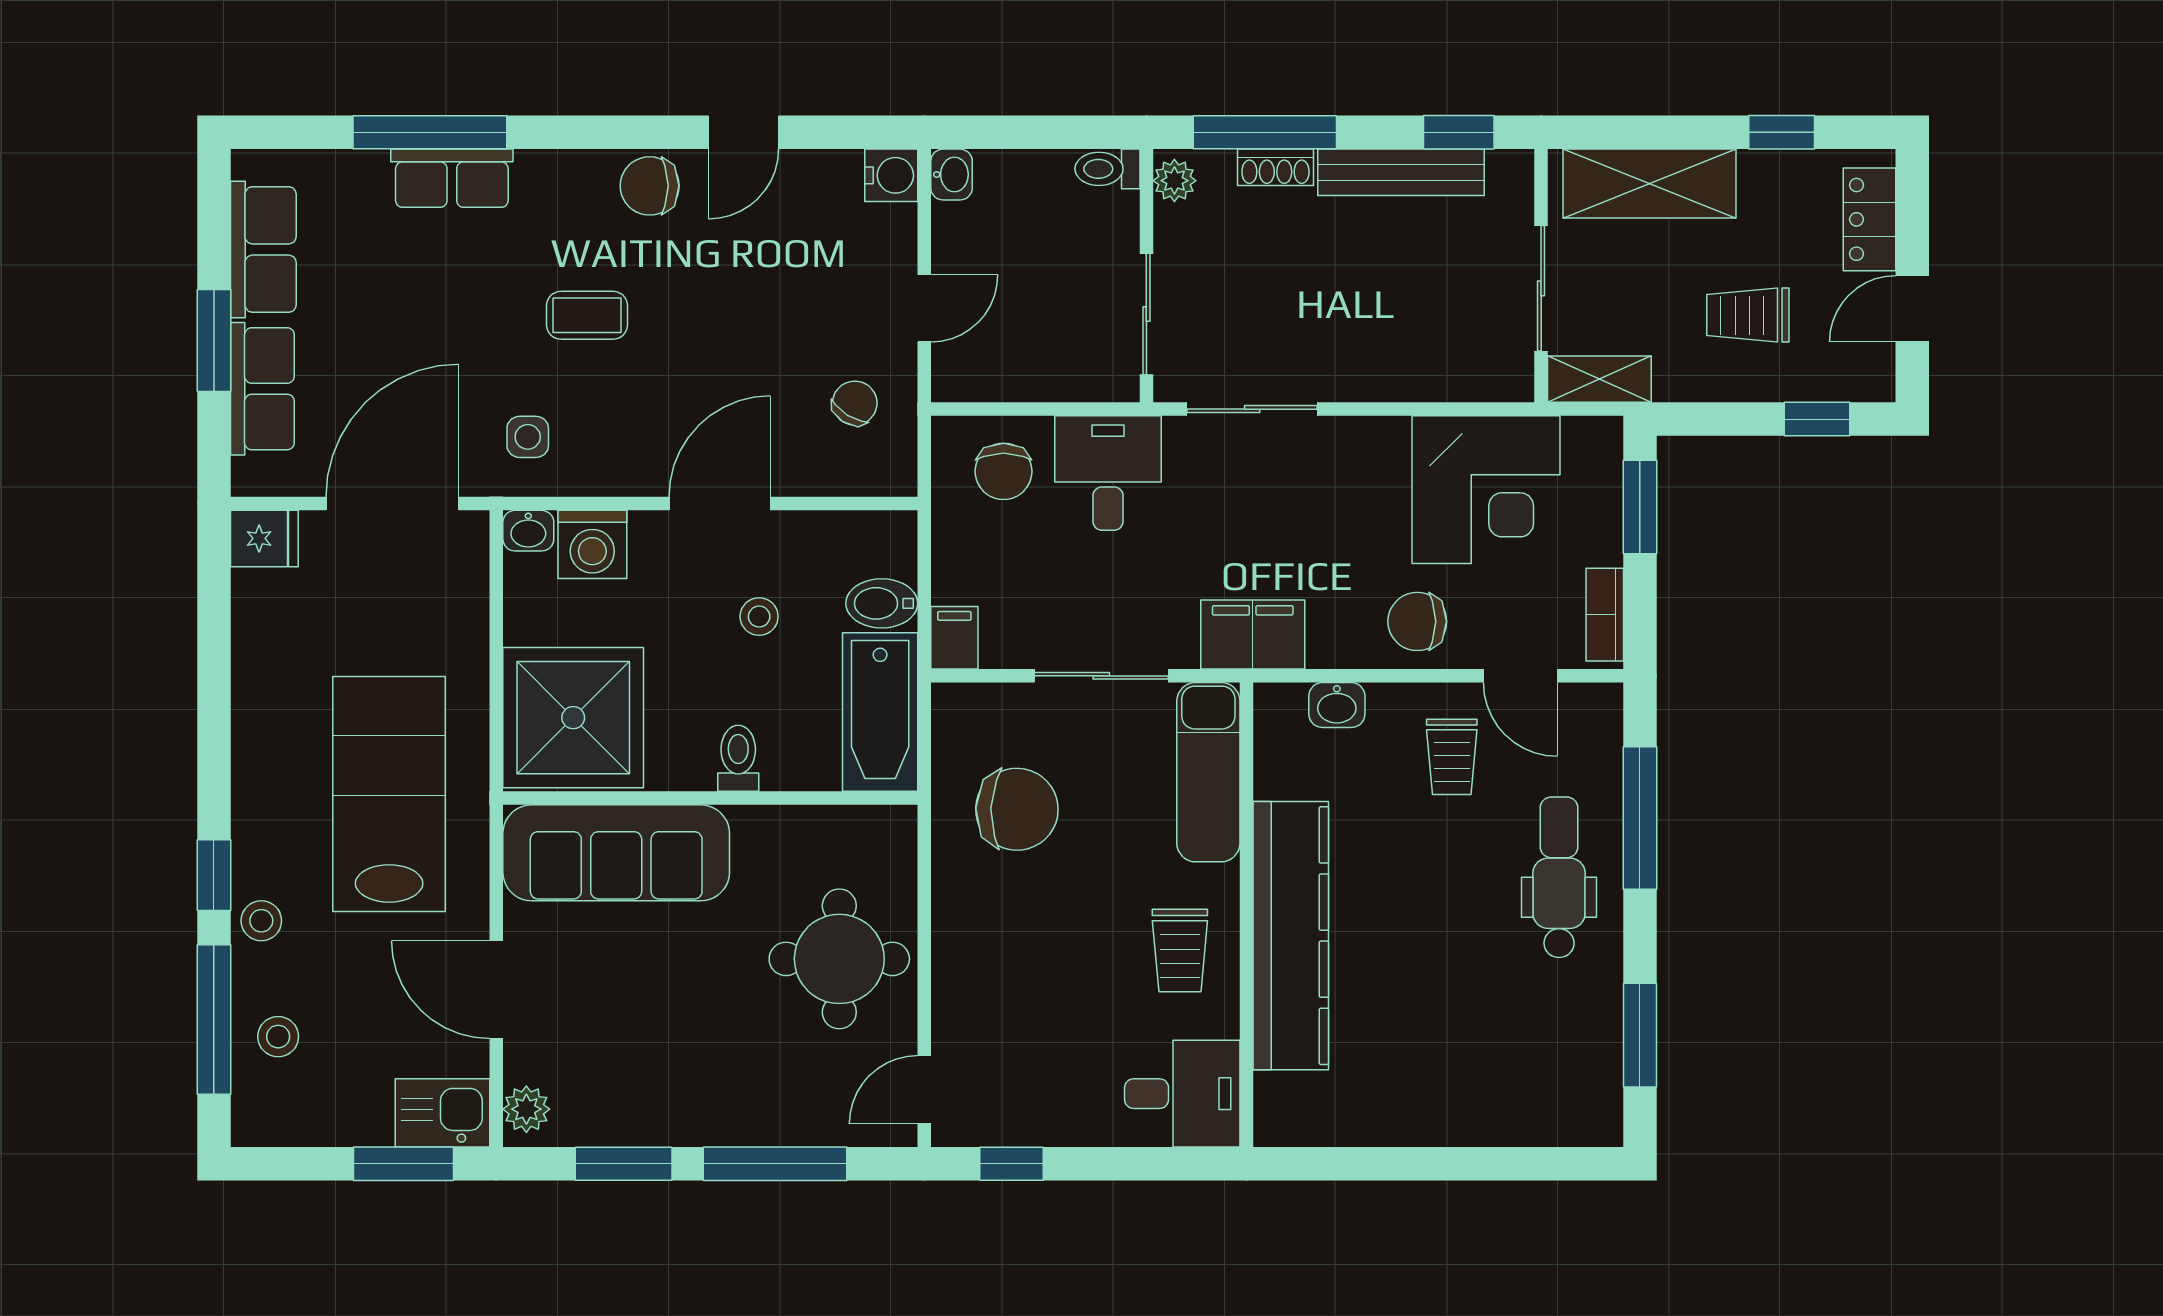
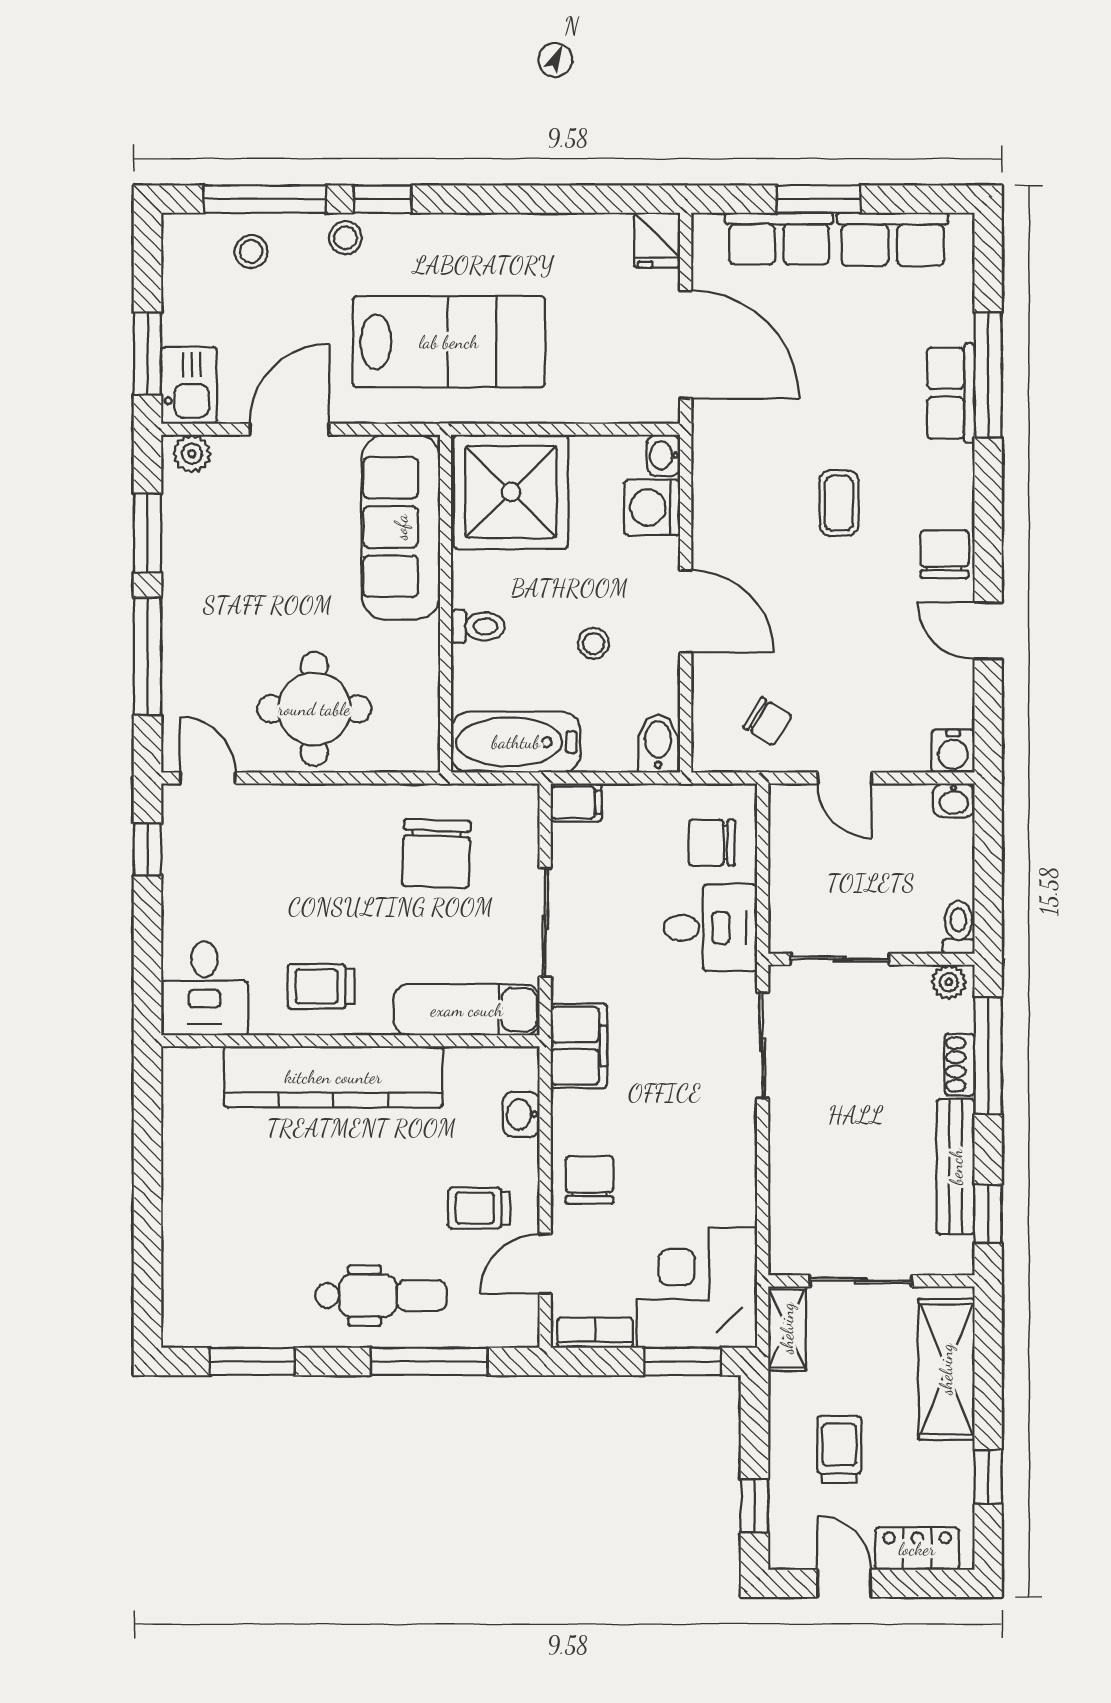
side table: (528, 437) -> (740, 455), removed
corner desk: (1486, 490) -> (697, 1288), moved, turned 90
bidet: (882, 603) -> (658, 743), moved

